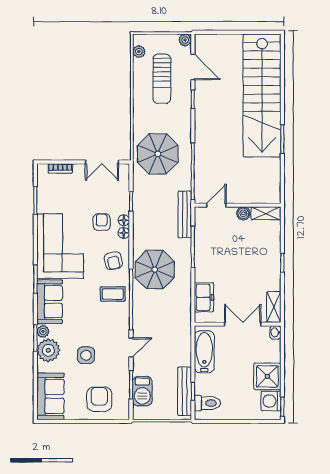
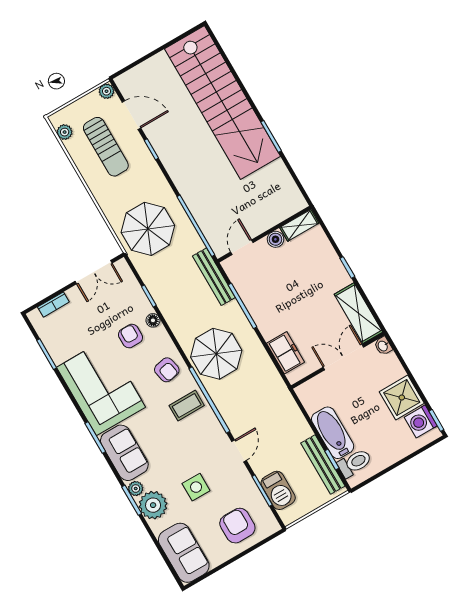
floor lamp: (124, 233) -> (161, 334), removed
shelving: (274, 307) -> (358, 313), width x1.50, depth x1.33
bathtub: (204, 352) -> (333, 433), moved

